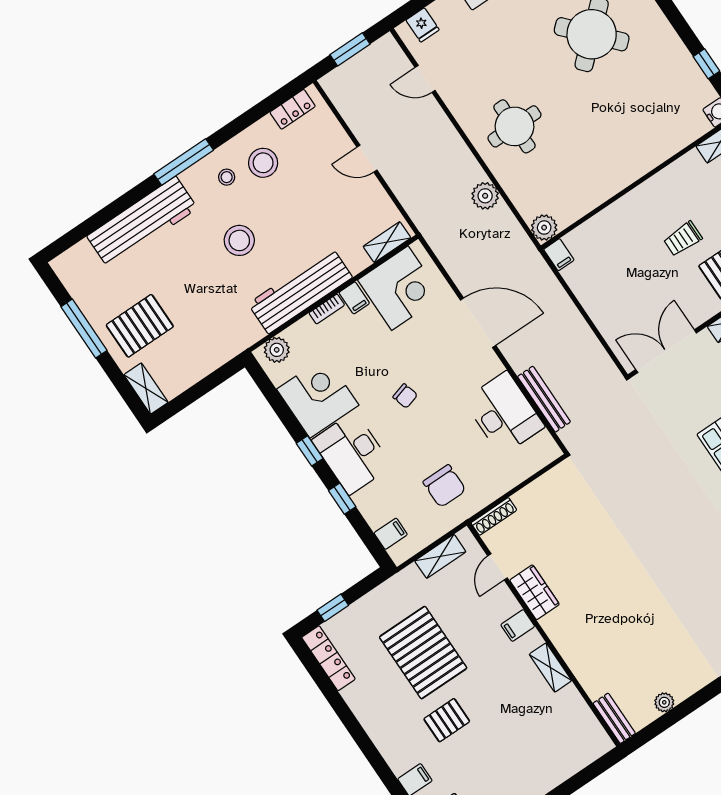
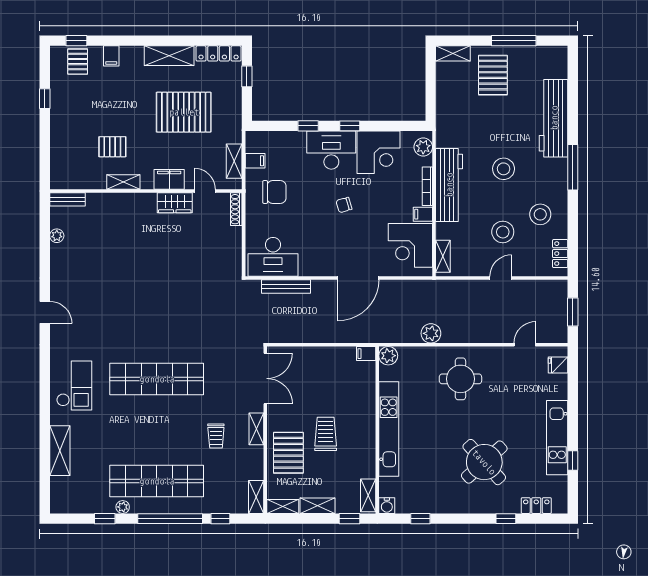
kitchen unit: (628, 170) -> (389, 429), added
stool: (227, 177) -> (503, 232), moved, width x1.89, depth x1.89
trolley: (683, 239) -> (326, 434), width x1.36, depth x1.39
bookcase: (327, 309) -> (427, 186), width x1.56
desk: (504, 413) -> (273, 257), moved
chair: (444, 486) -> (274, 192), turned 180
filing cabinet: (391, 534) -> (255, 161), moved, turned -90
filing cabinet: (518, 625) -> (169, 179), width x2.00
shelving: (370, 713) -> (169, 56), added
pallet: (447, 720) -> (112, 147), moved, turned 90

